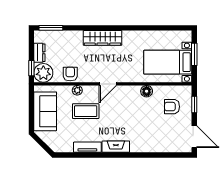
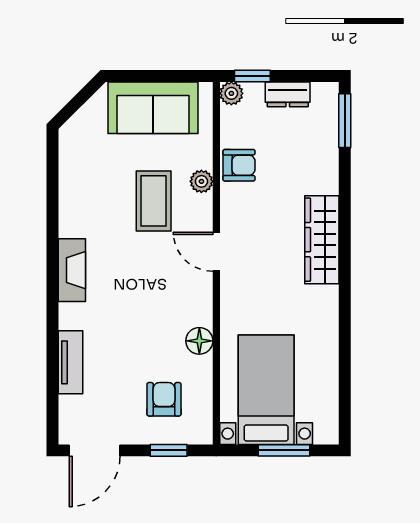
plant: (43, 73) -> (231, 93), width x0.53, depth x0.53
tv unit: (87, 147) -> (71, 362), moved

